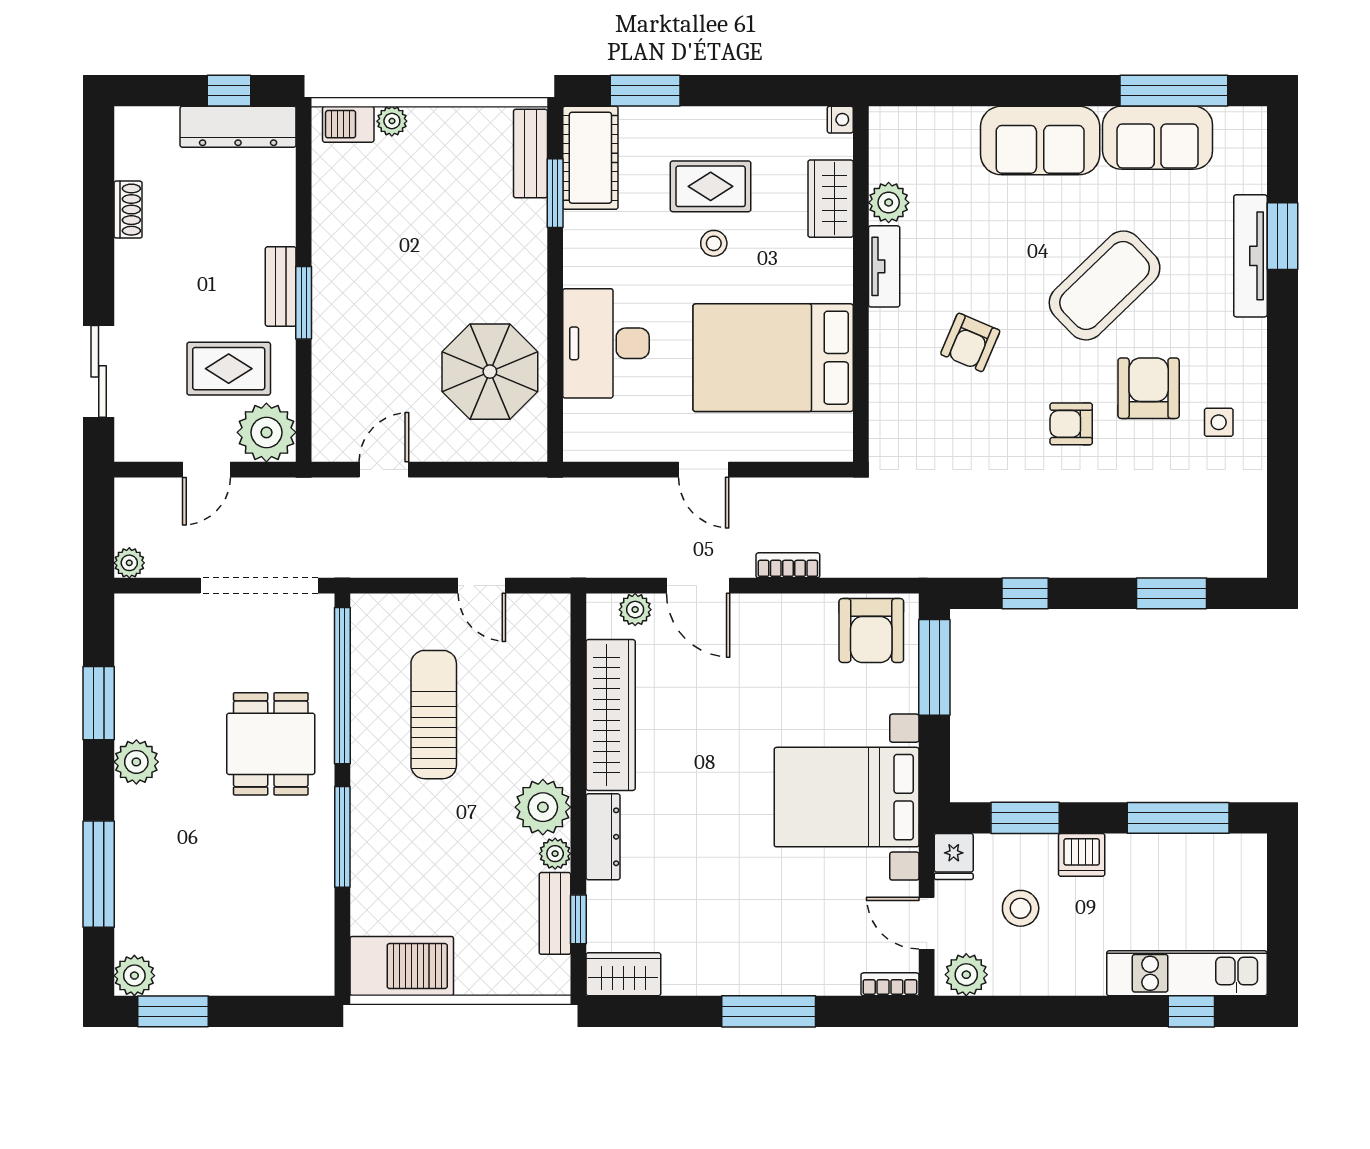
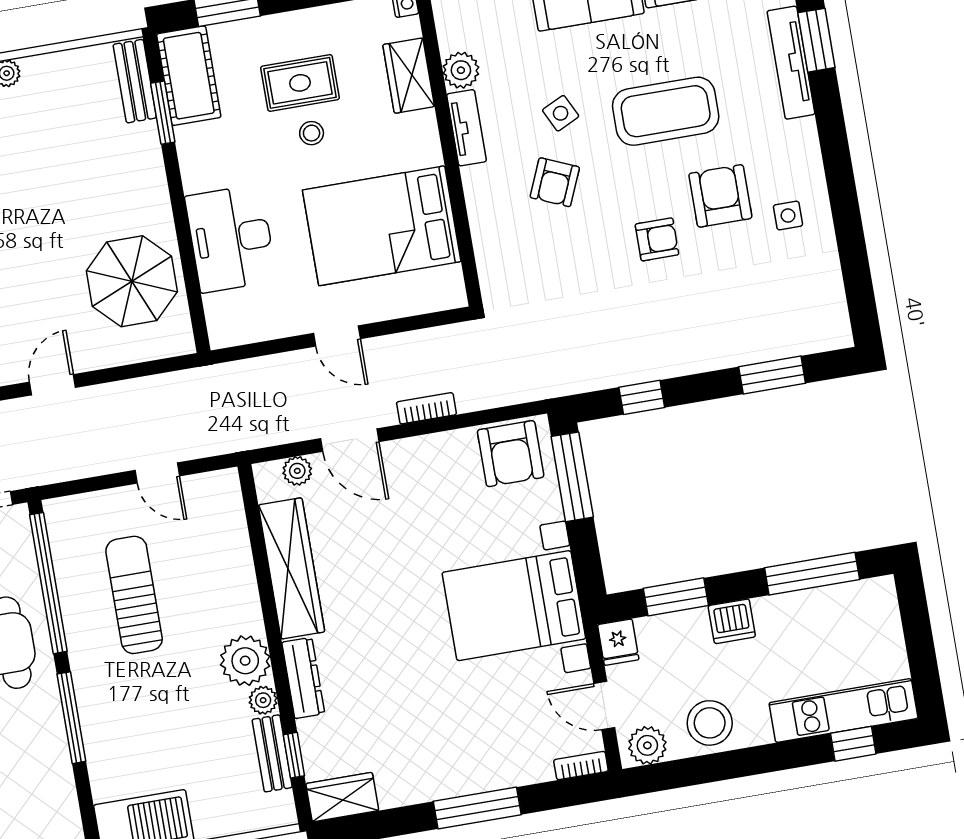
side table: (989, 268) -> (561, 113), added
coffee table: (1105, 285) -> (666, 111), turned 44
armchair: (1071, 424) -> (657, 239), turned 180
stool: (1021, 908) -> (710, 723), moved, width x1.38, depth x1.38

